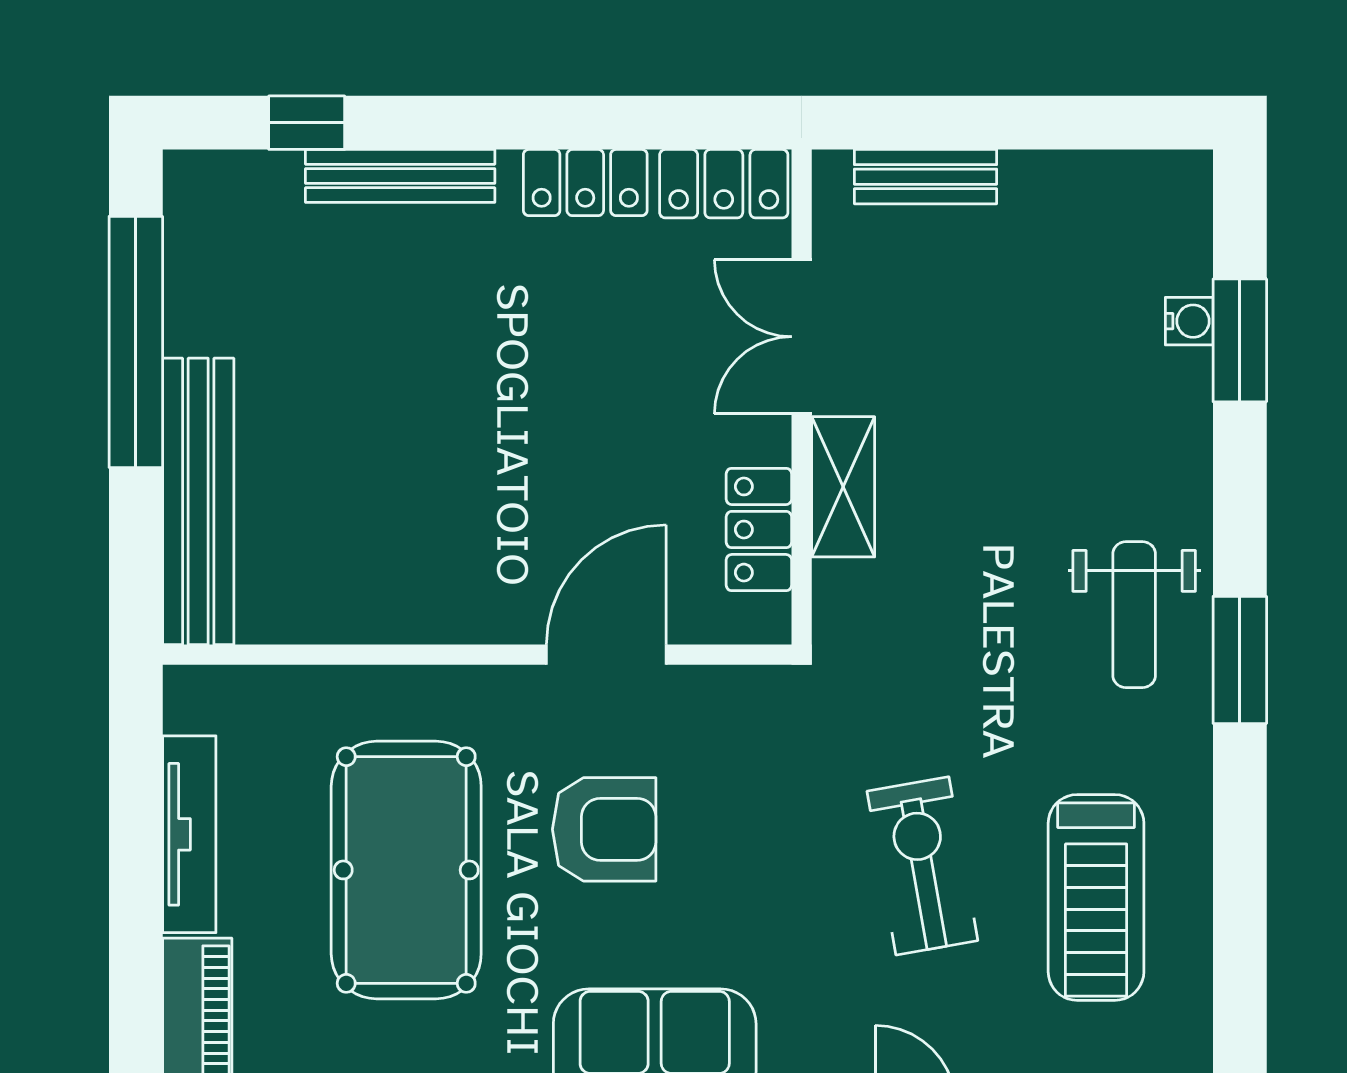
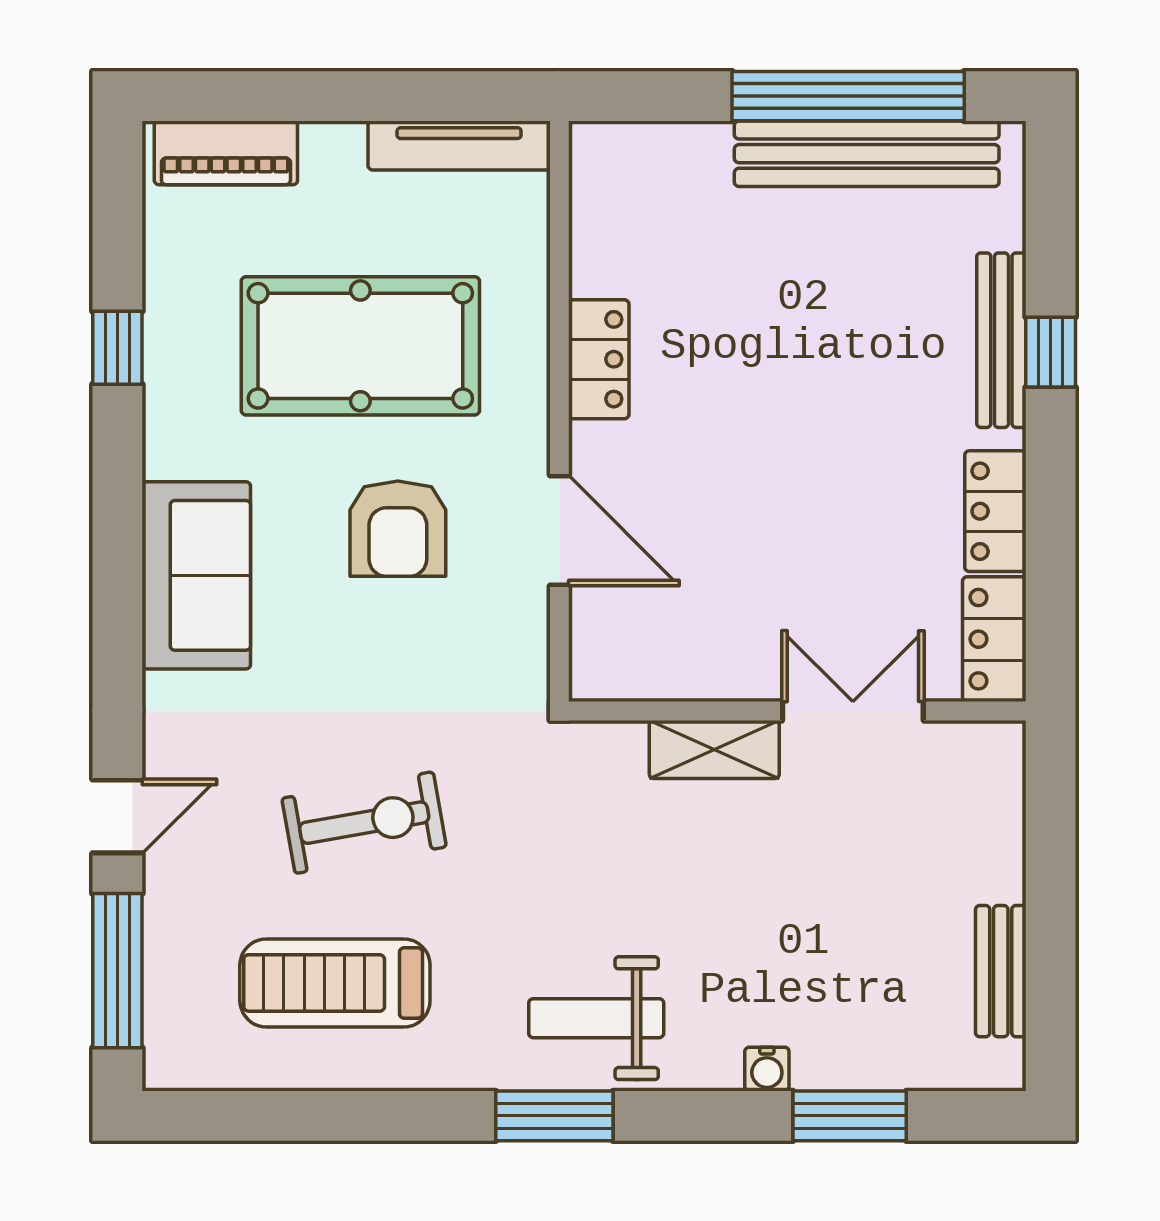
window: (307, 123) -> (1051, 352), moved
bench: (925, 177) -> (1001, 971), moved
water cooler: (1189, 321) -> (767, 1069), moved
bench: (198, 501) -> (867, 154), moved
locker: (759, 530) -> (599, 359), moved, turned 90
tv unit: (189, 834) -> (459, 145), moved

